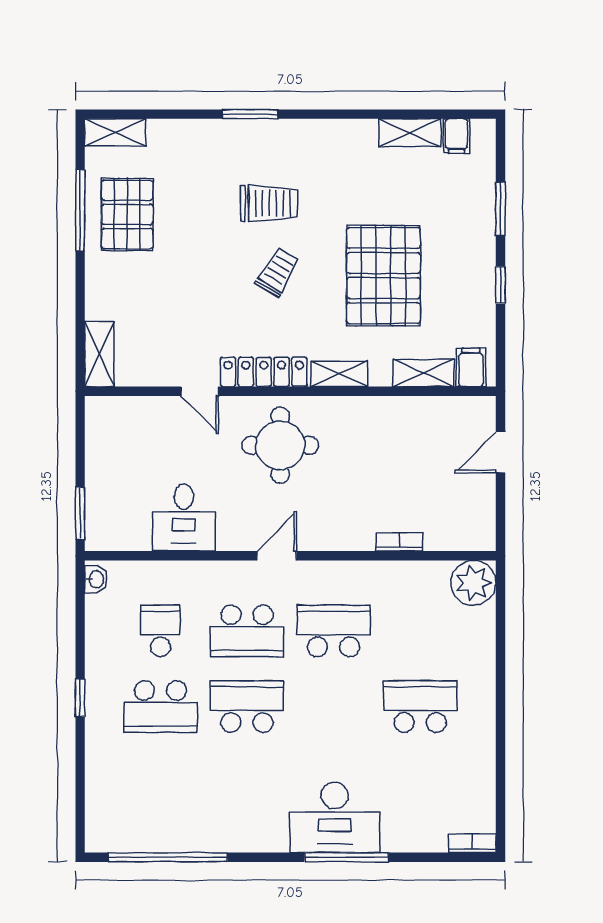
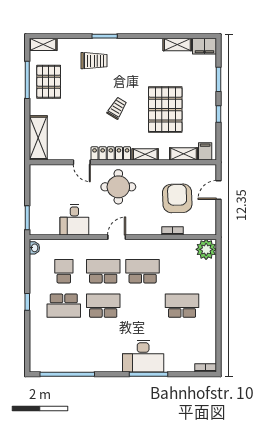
filing cabinet: (456, 136) -> (204, 46), width x2.00
trolley: (269, 203) -> (94, 61), moved
shelving: (99, 354) -> (38, 138), width x1.50, depth x1.33
armchair: (410, 471) -> (177, 198), added
school desk: (247, 631) -> (103, 271), turned 180

